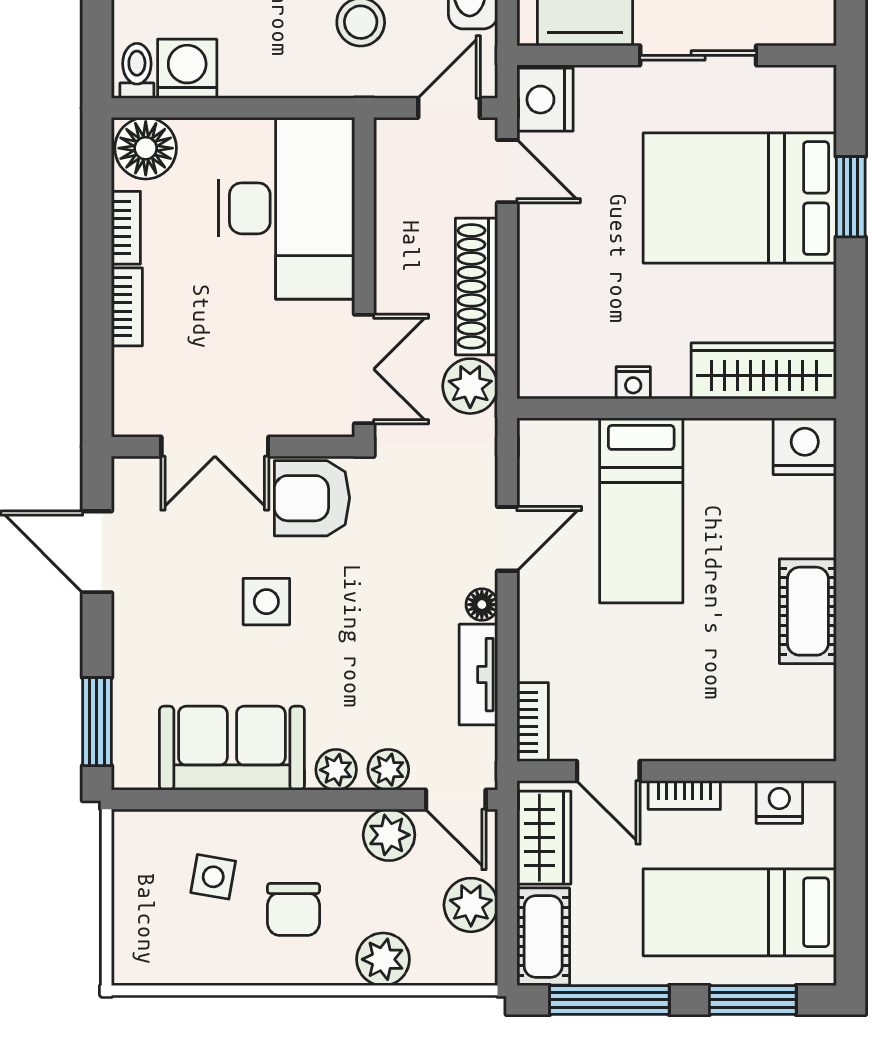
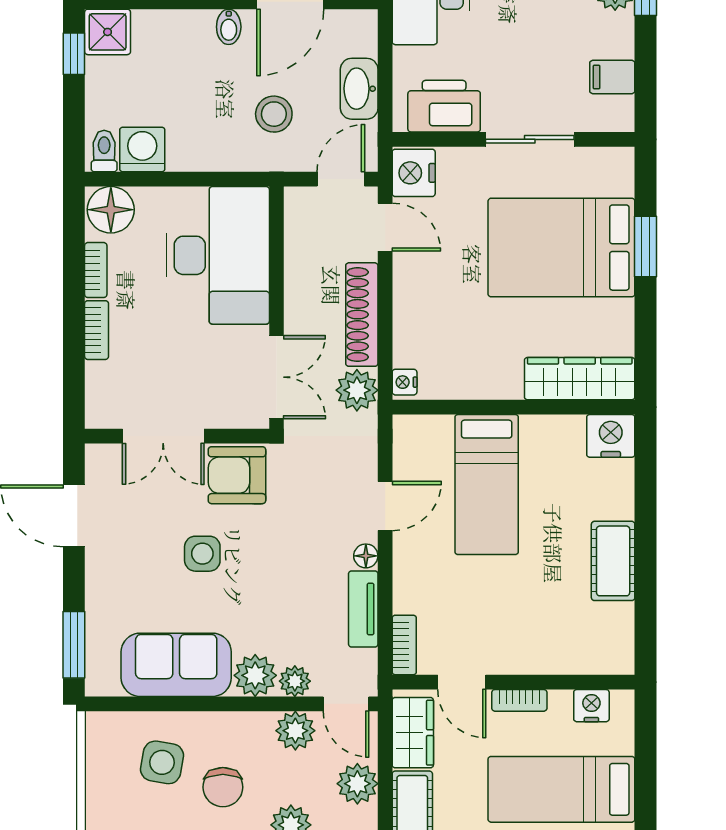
nightstand: (633, 383) -> (405, 382), moved, turned 90
plant: (336, 770) -> (255, 675), width x1.38, depth x1.38
side table: (213, 877) -> (162, 762), width x1.37, depth x1.37

